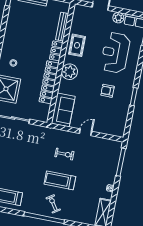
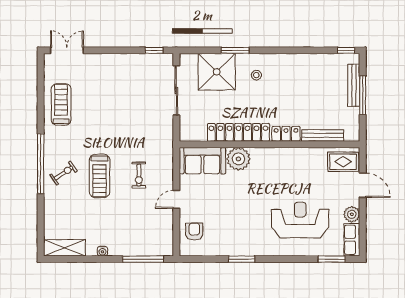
rug: (77, 45) -> (343, 162), moved
plant: (69, 72) -> (238, 159), moved
armchair: (107, 91) -> (194, 231), moved
door: (86, 132) -> (176, 199), swing flipped
treadmill: (60, 180) -> (99, 176), turned 180

